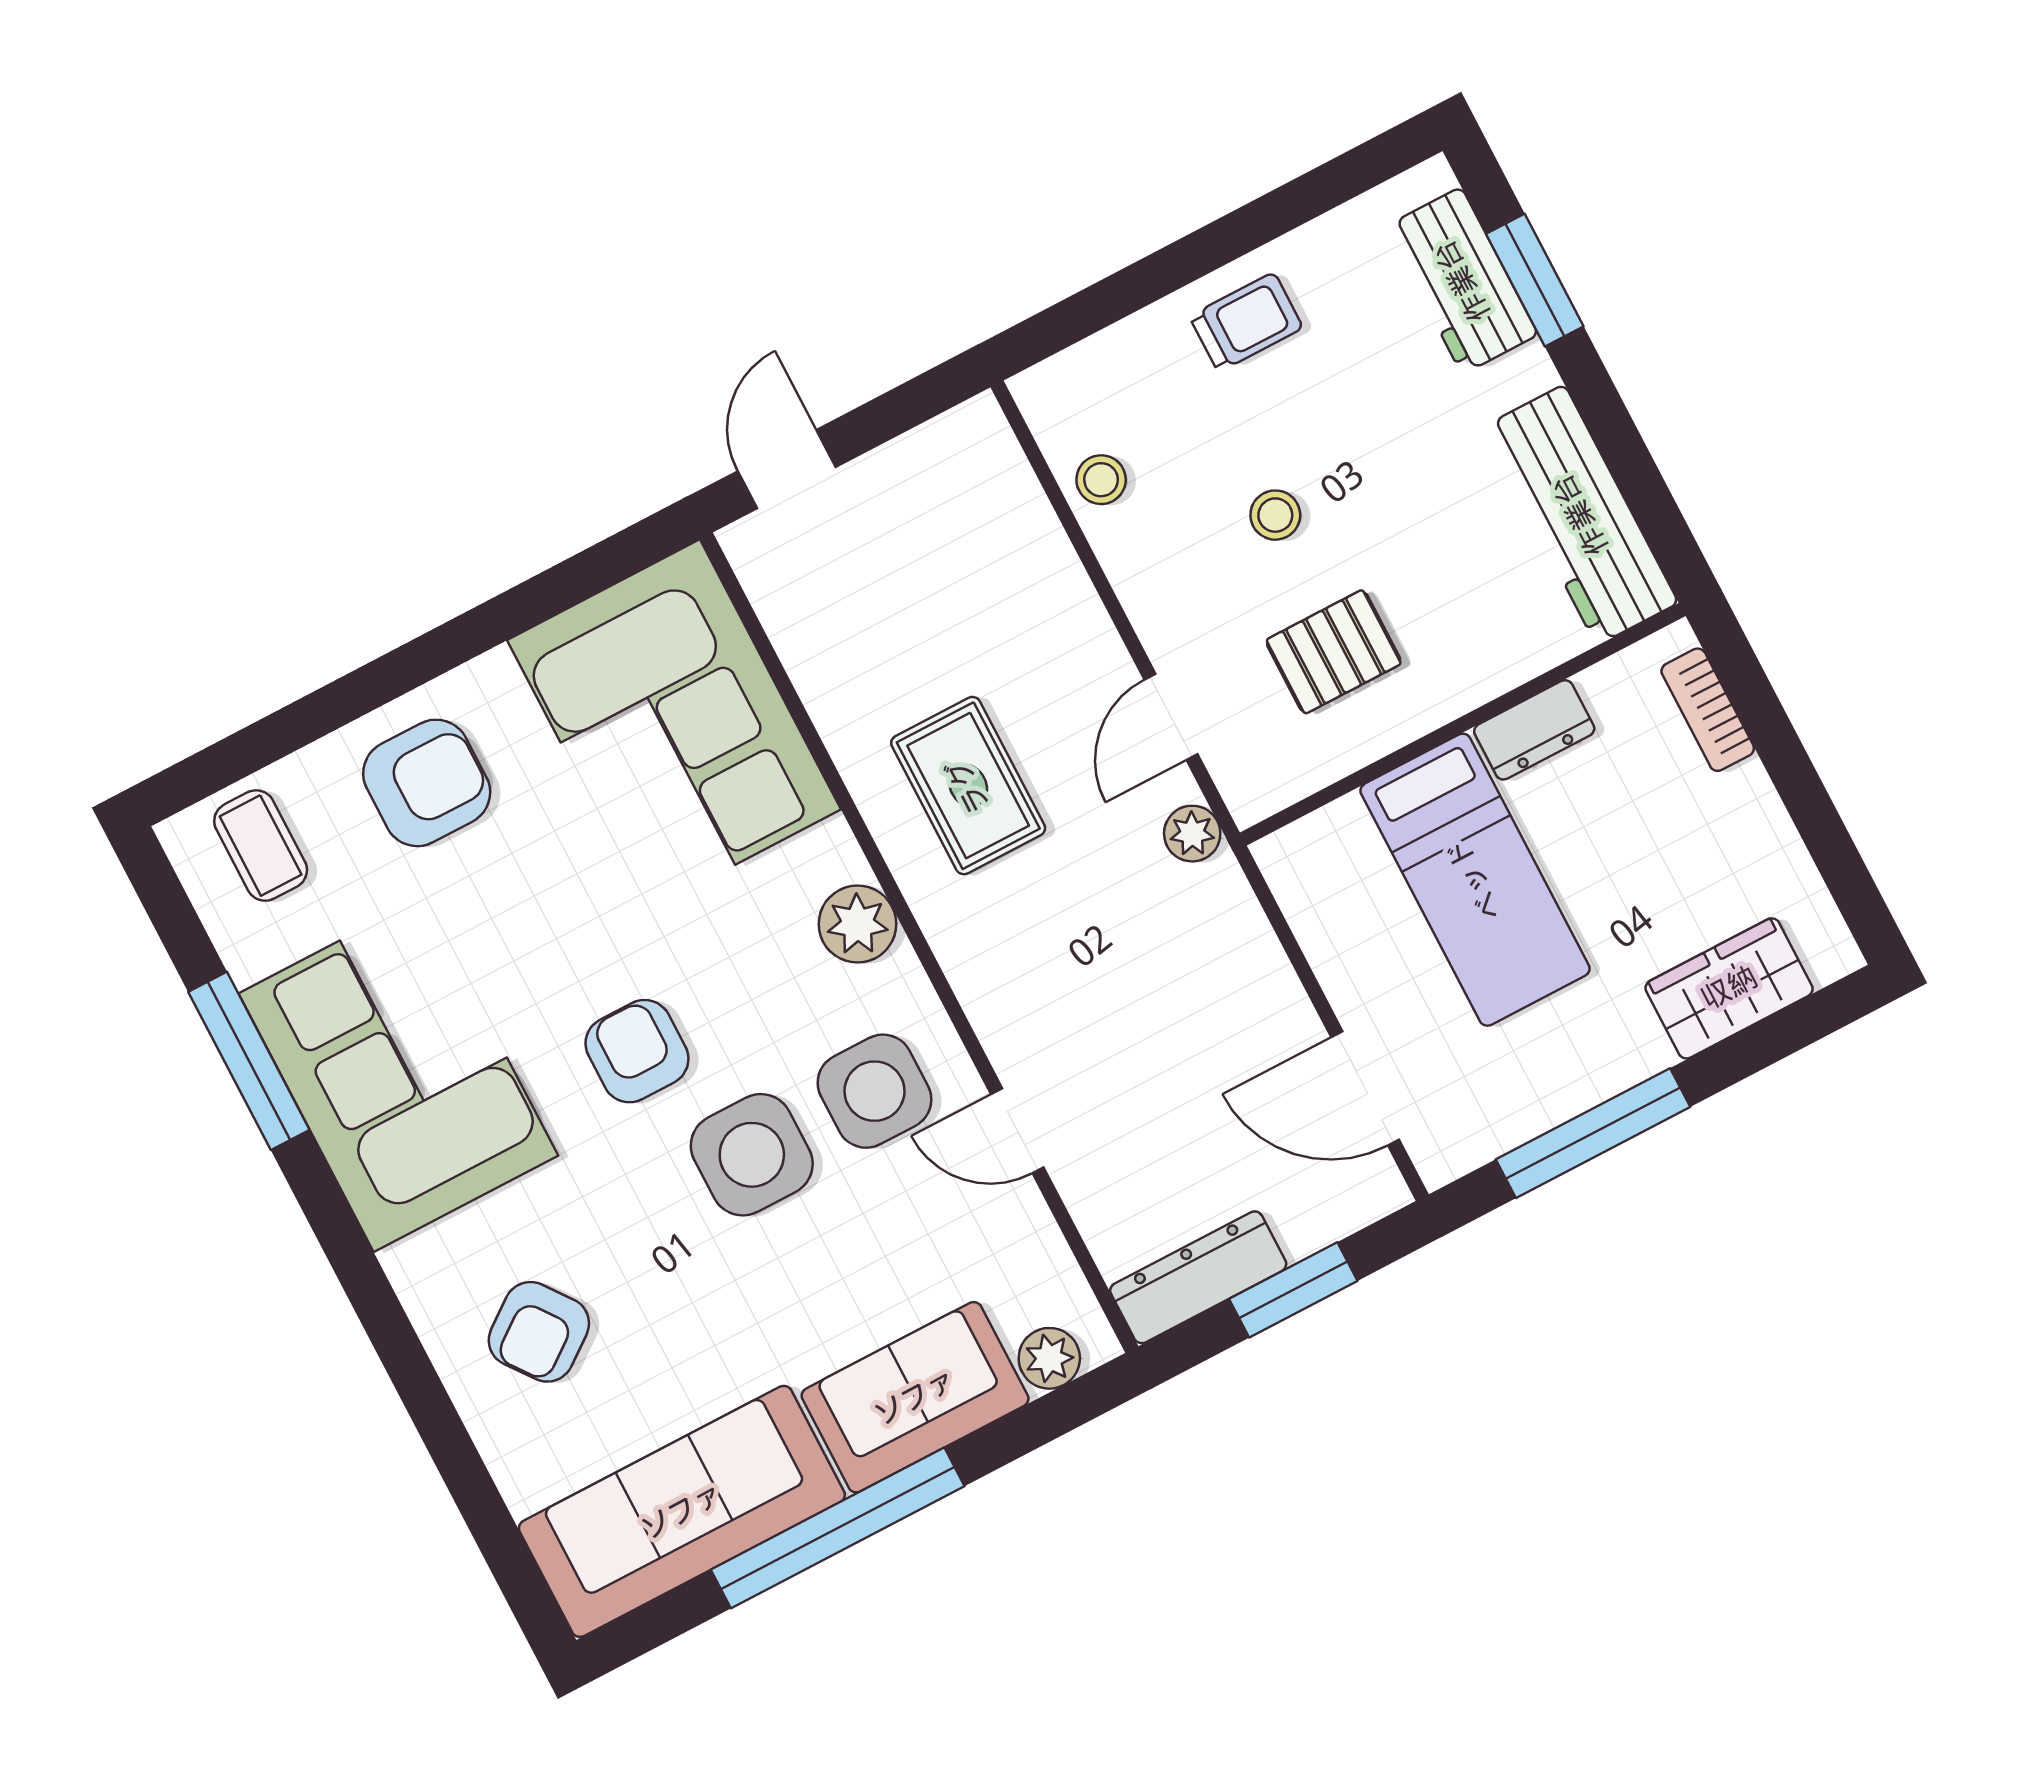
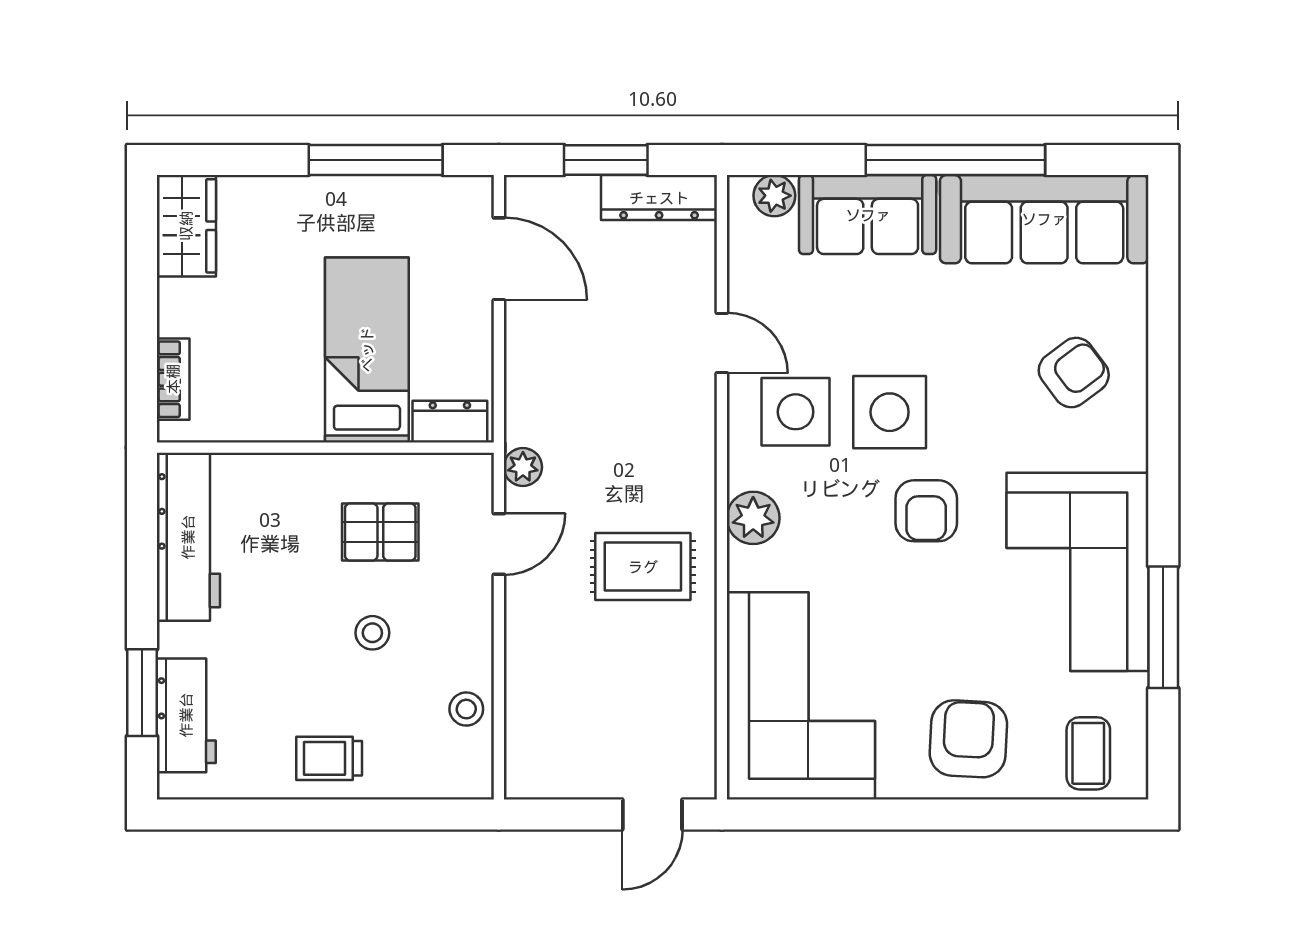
dresser: (1534, 730) -> (450, 422), moved
armchair: (427, 783) -> (968, 739), turned 93
rug: (968, 786) -> (643, 567), turned 90
wardrobe: (1729, 988) -> (186, 226), moved, turned -90

